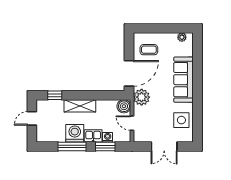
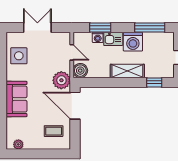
door: (129, 73) -> (75, 106), hinge flipped
sofa: (184, 80) -> (17, 99), width x0.73
window: (72, 147) -> (150, 28), moved

